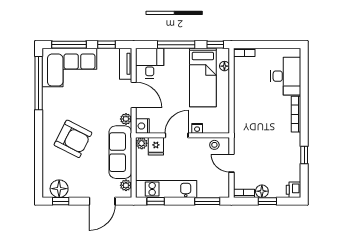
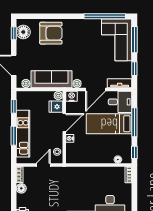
bed: (203, 77) -> (109, 124), moved
door: (177, 135) -> (64, 123), hinge flipped
armchair: (73, 139) -> (51, 33), moved, turned -117
kitchen unit: (166, 189) -> (23, 134), moved
window: (207, 201) -> (14, 136), moved
window: (267, 201) -> (14, 193), removed

